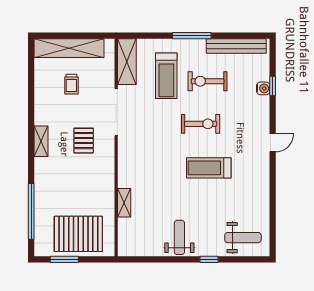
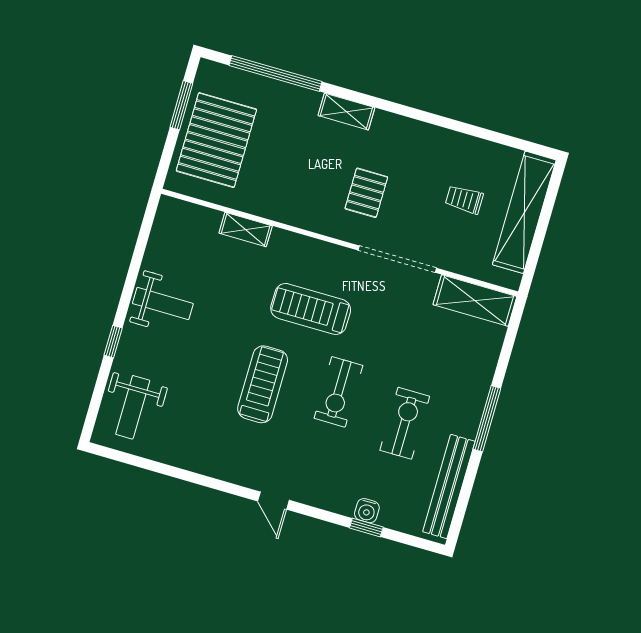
treadmill: (166, 76) -> (311, 309), moved
shelving: (41, 141) -> (346, 112), moved
pallet: (84, 141) -> (366, 193), turned 90

